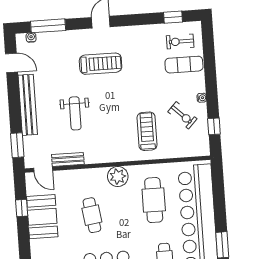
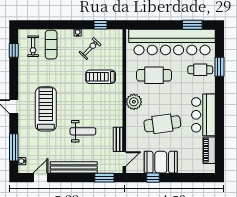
treadmill: (101, 64) -> (46, 109), width x1.37, depth x1.38
cafe table: (92, 215) -> (162, 124), width x1.37, depth x1.35

